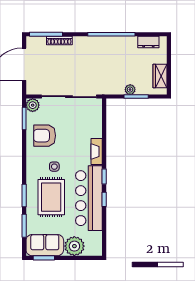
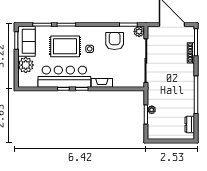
wardrobe: (160, 76) -> (162, 134), removed

